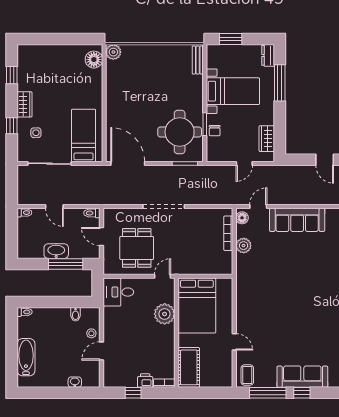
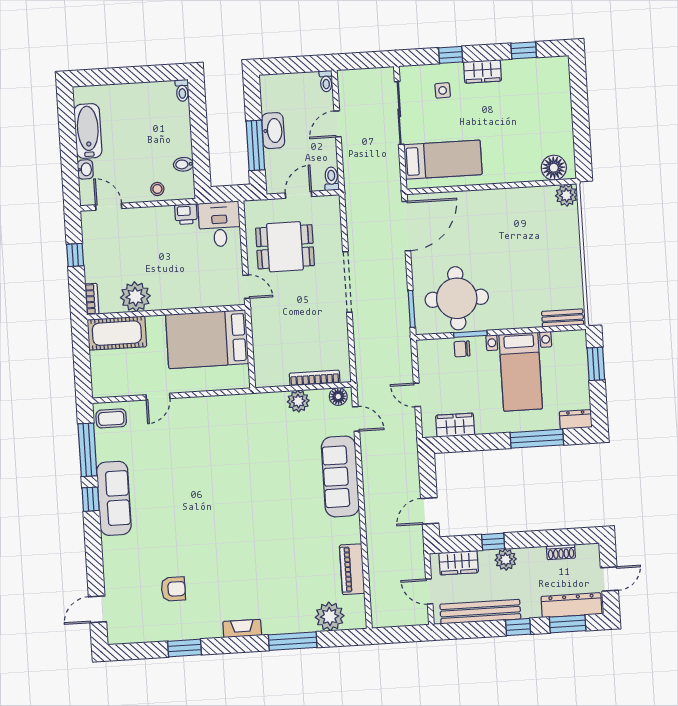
plant: (165, 314) -> (135, 297), moved
door: (101, 351) -> (109, 207), moved
bathtub: (26, 357) -> (88, 131), moved, turned -90
printer: (145, 381) -> (186, 214), moved, turned 90

